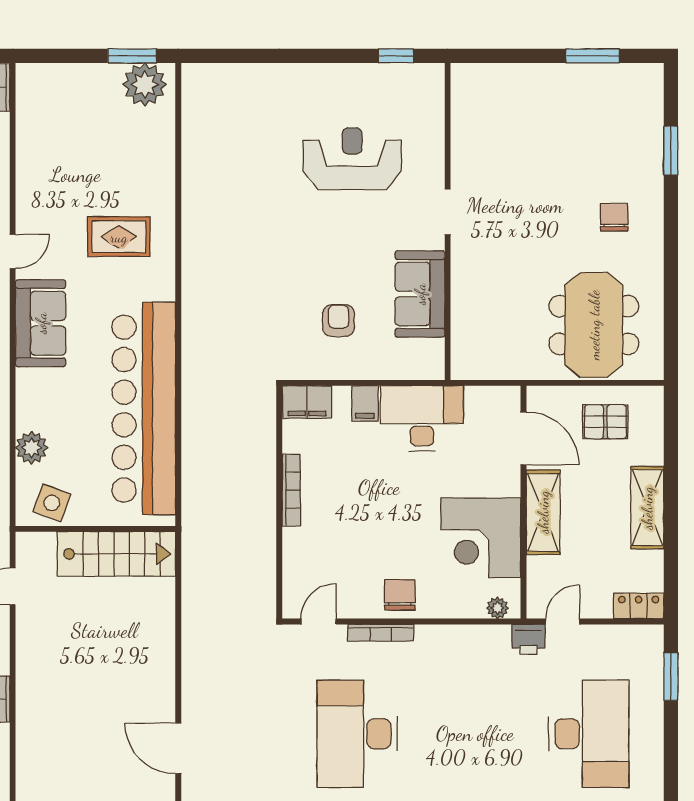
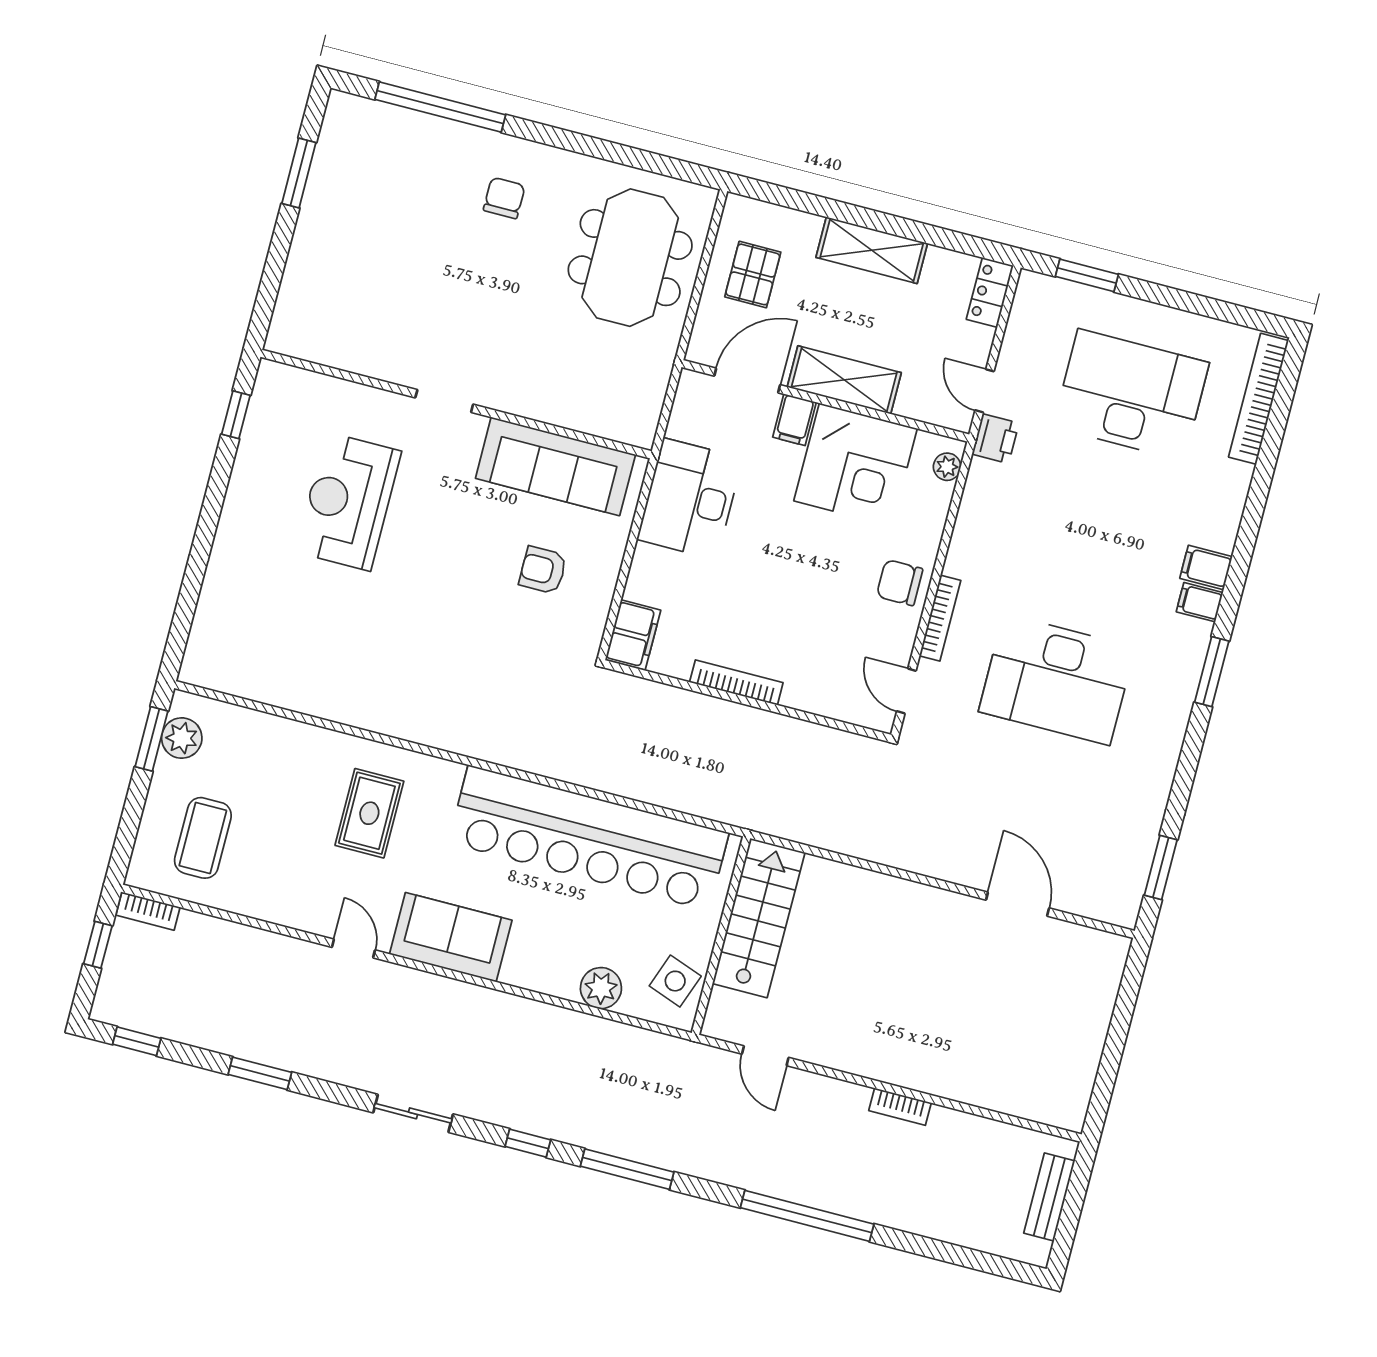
plant: (145, 85) -> (182, 738), width x0.73, depth x0.73
coffee table: (67, 115) -> (203, 838), added
window: (671, 151) -> (440, 107), width x2.11
chair: (614, 217) -> (504, 198), turned 90
sofa: (420, 294) -> (555, 466), width x1.36
meeting table: (594, 325) -> (630, 258), turned 90
filing cabinet: (365, 403) -> (795, 420), moved, turned 90
door: (178, 748) -> (1018, 904), swing flipped

